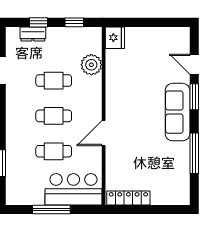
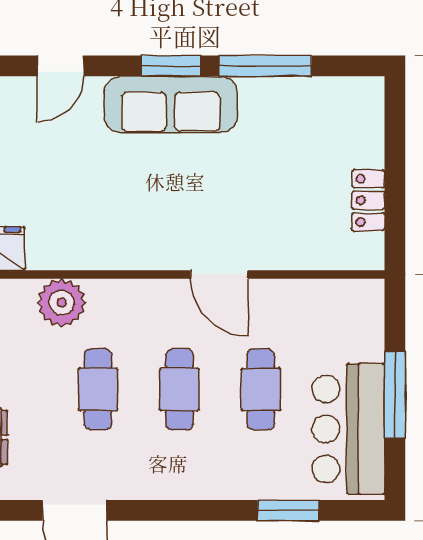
window: (194, 97) -> (171, 66), moved
bar counter: (73, 189) -> (348, 429), moved
locker: (128, 198) -> (368, 200), width x0.66

